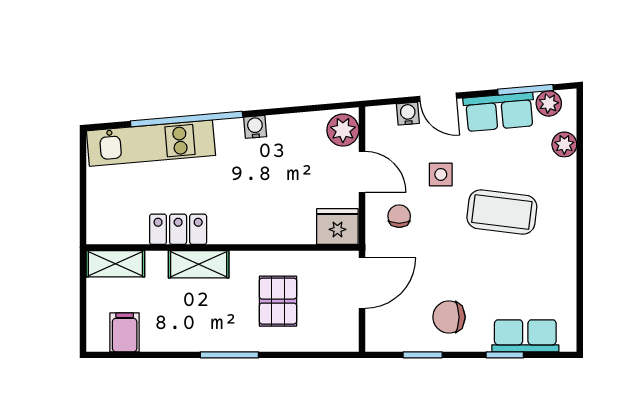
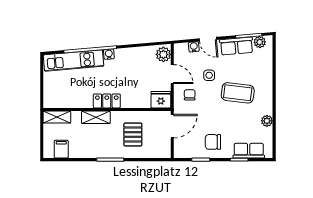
water cooler: (255, 127) -> (109, 54), moved
plant: (564, 144) -> (267, 121), moved
locker: (178, 229) -> (107, 101), moved

